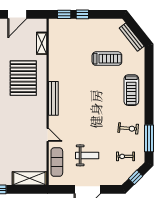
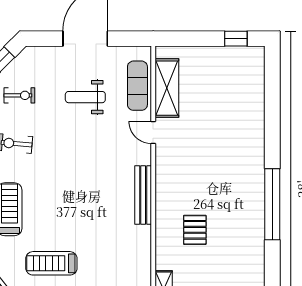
pallet: (23, 78) -> (195, 230), width x0.49, depth x0.50
shelving: (29, 178) -> (167, 88), moved, turned 90

